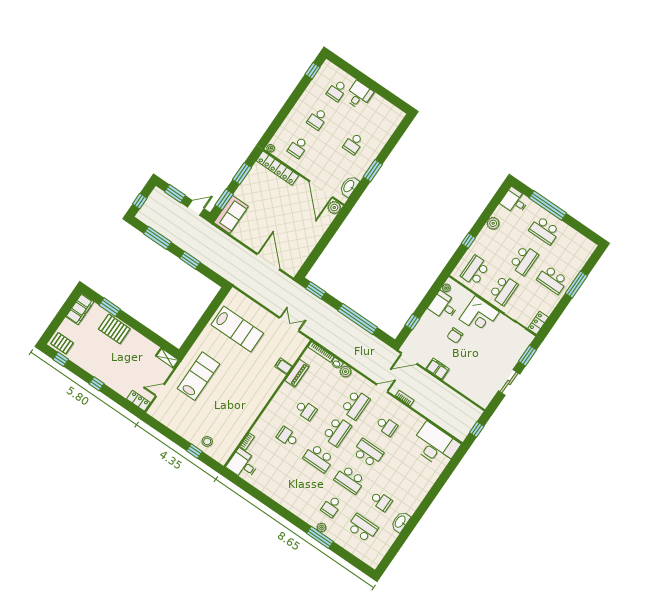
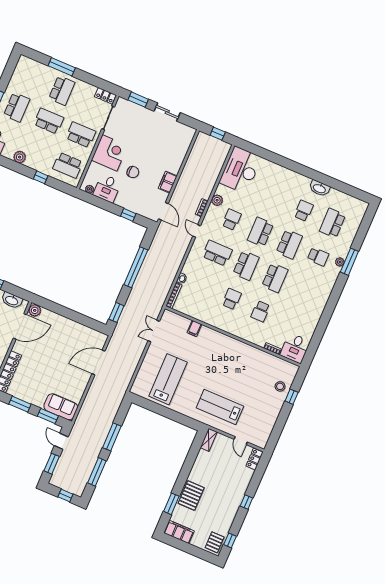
window: (190, 260) -> (112, 437), width x1.44
plant: (346, 372) -> (217, 200), moved
piano: (297, 373) -> (198, 314), removed
school desk: (337, 431) -> (246, 265), turned 90

